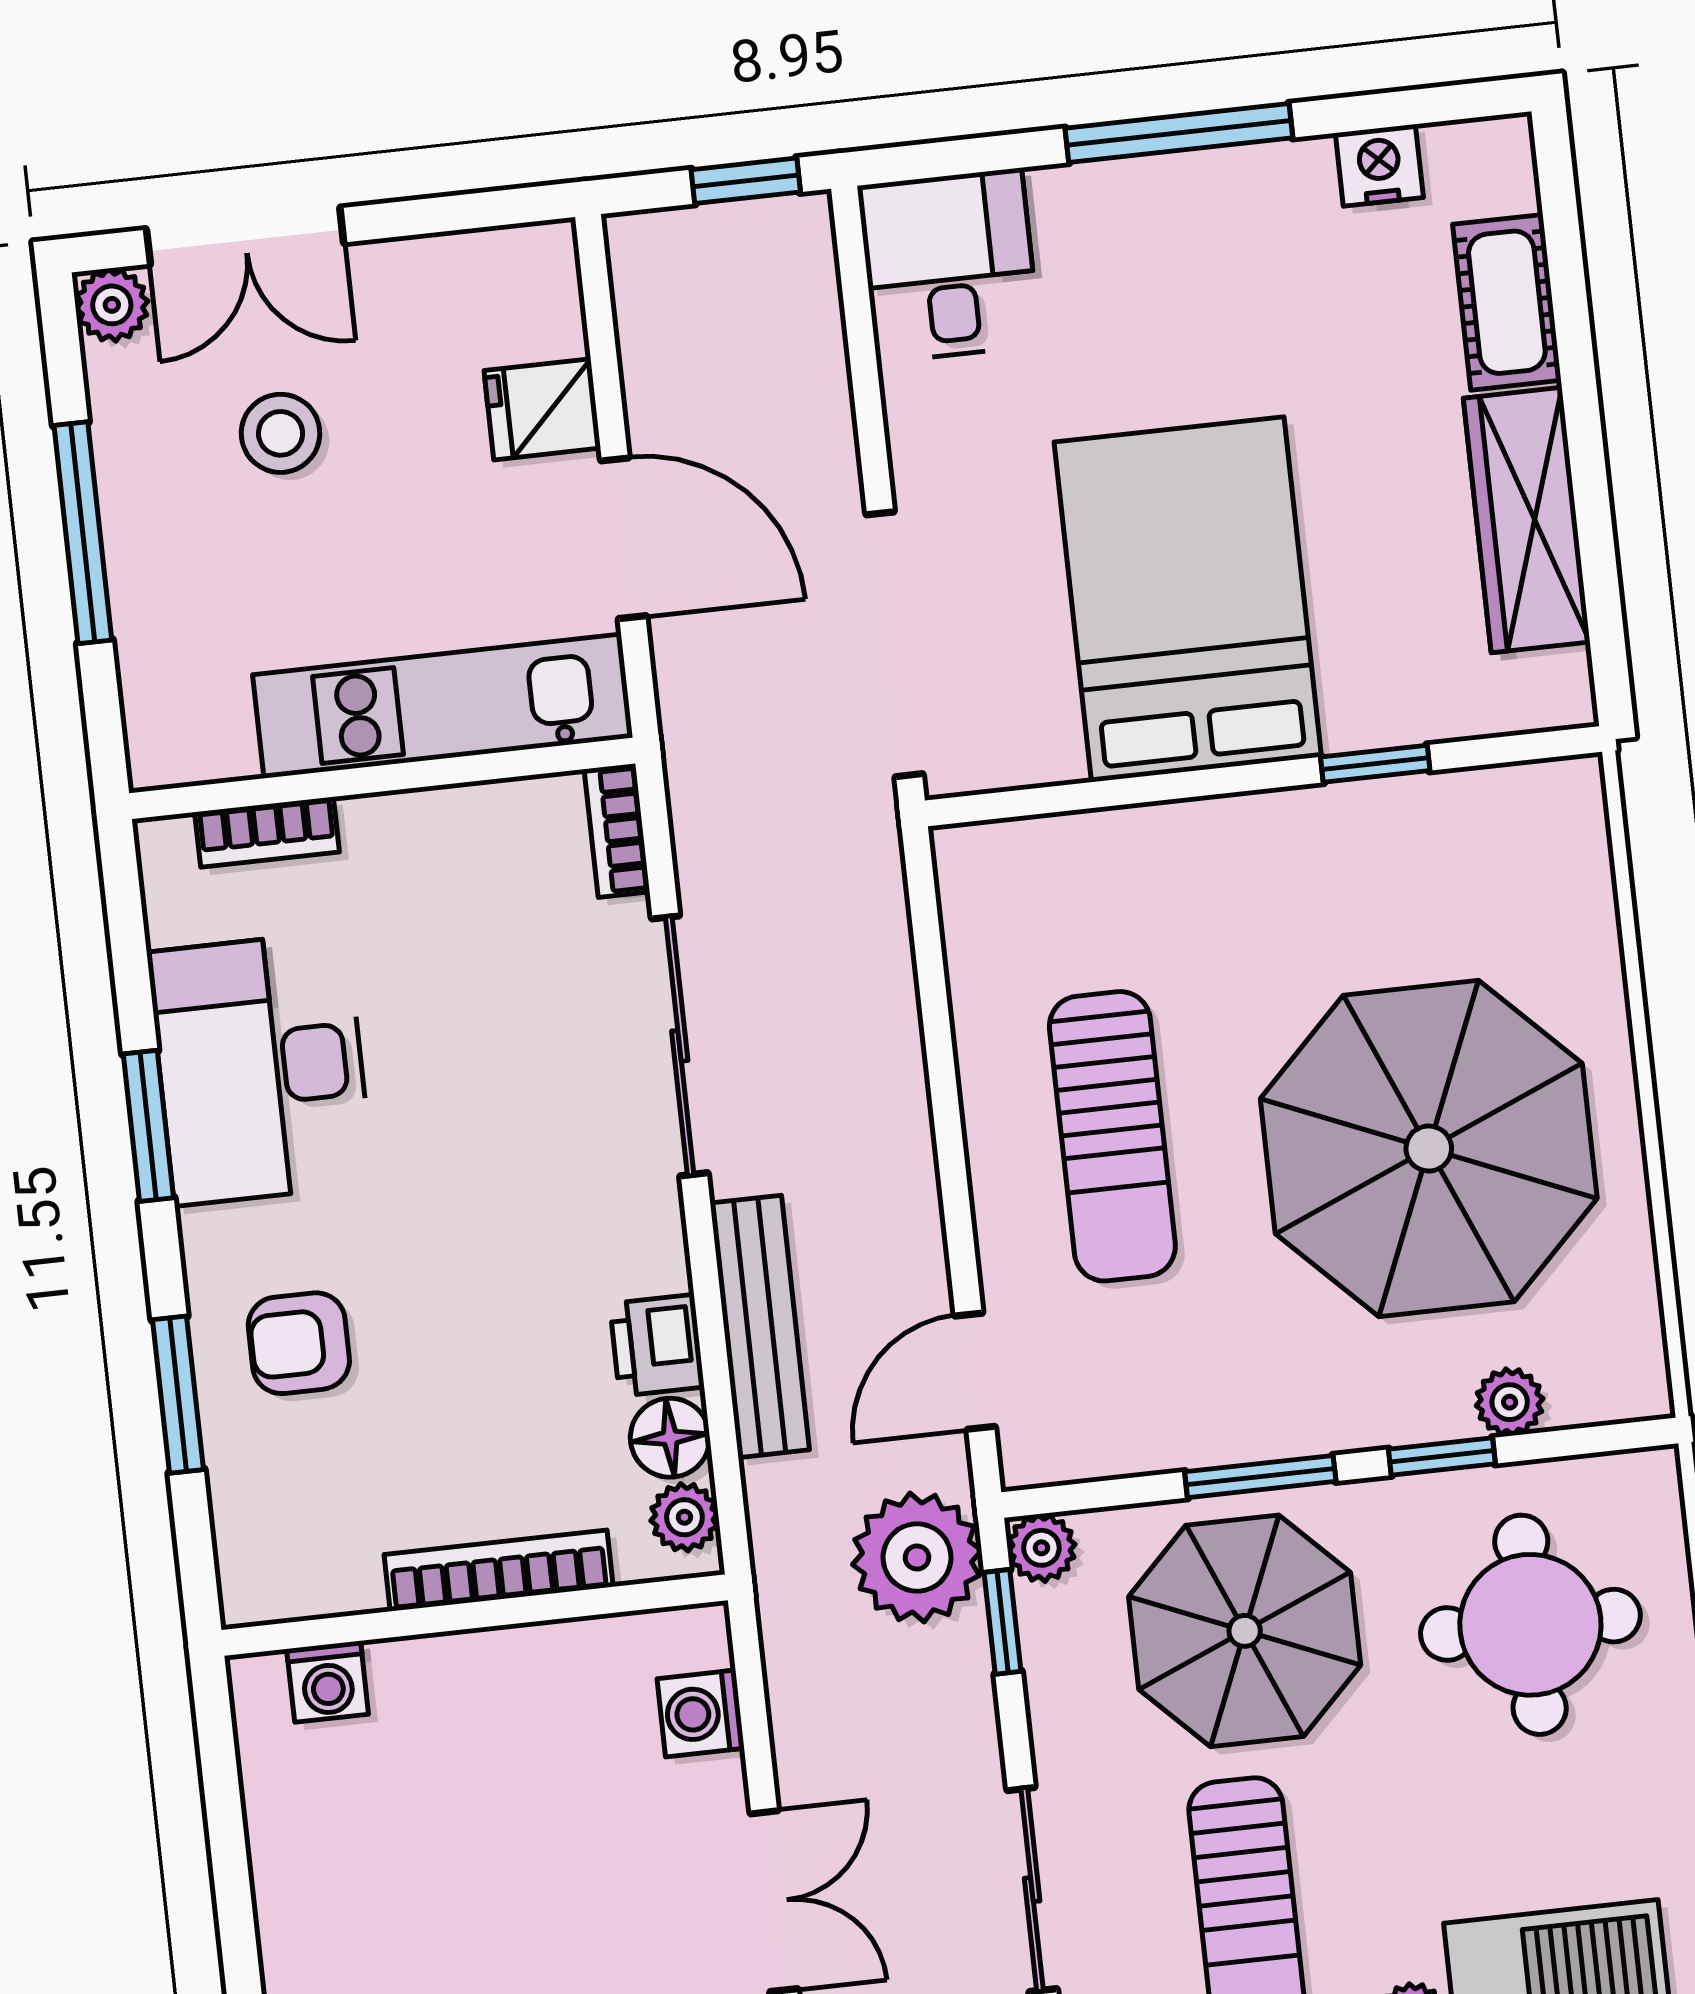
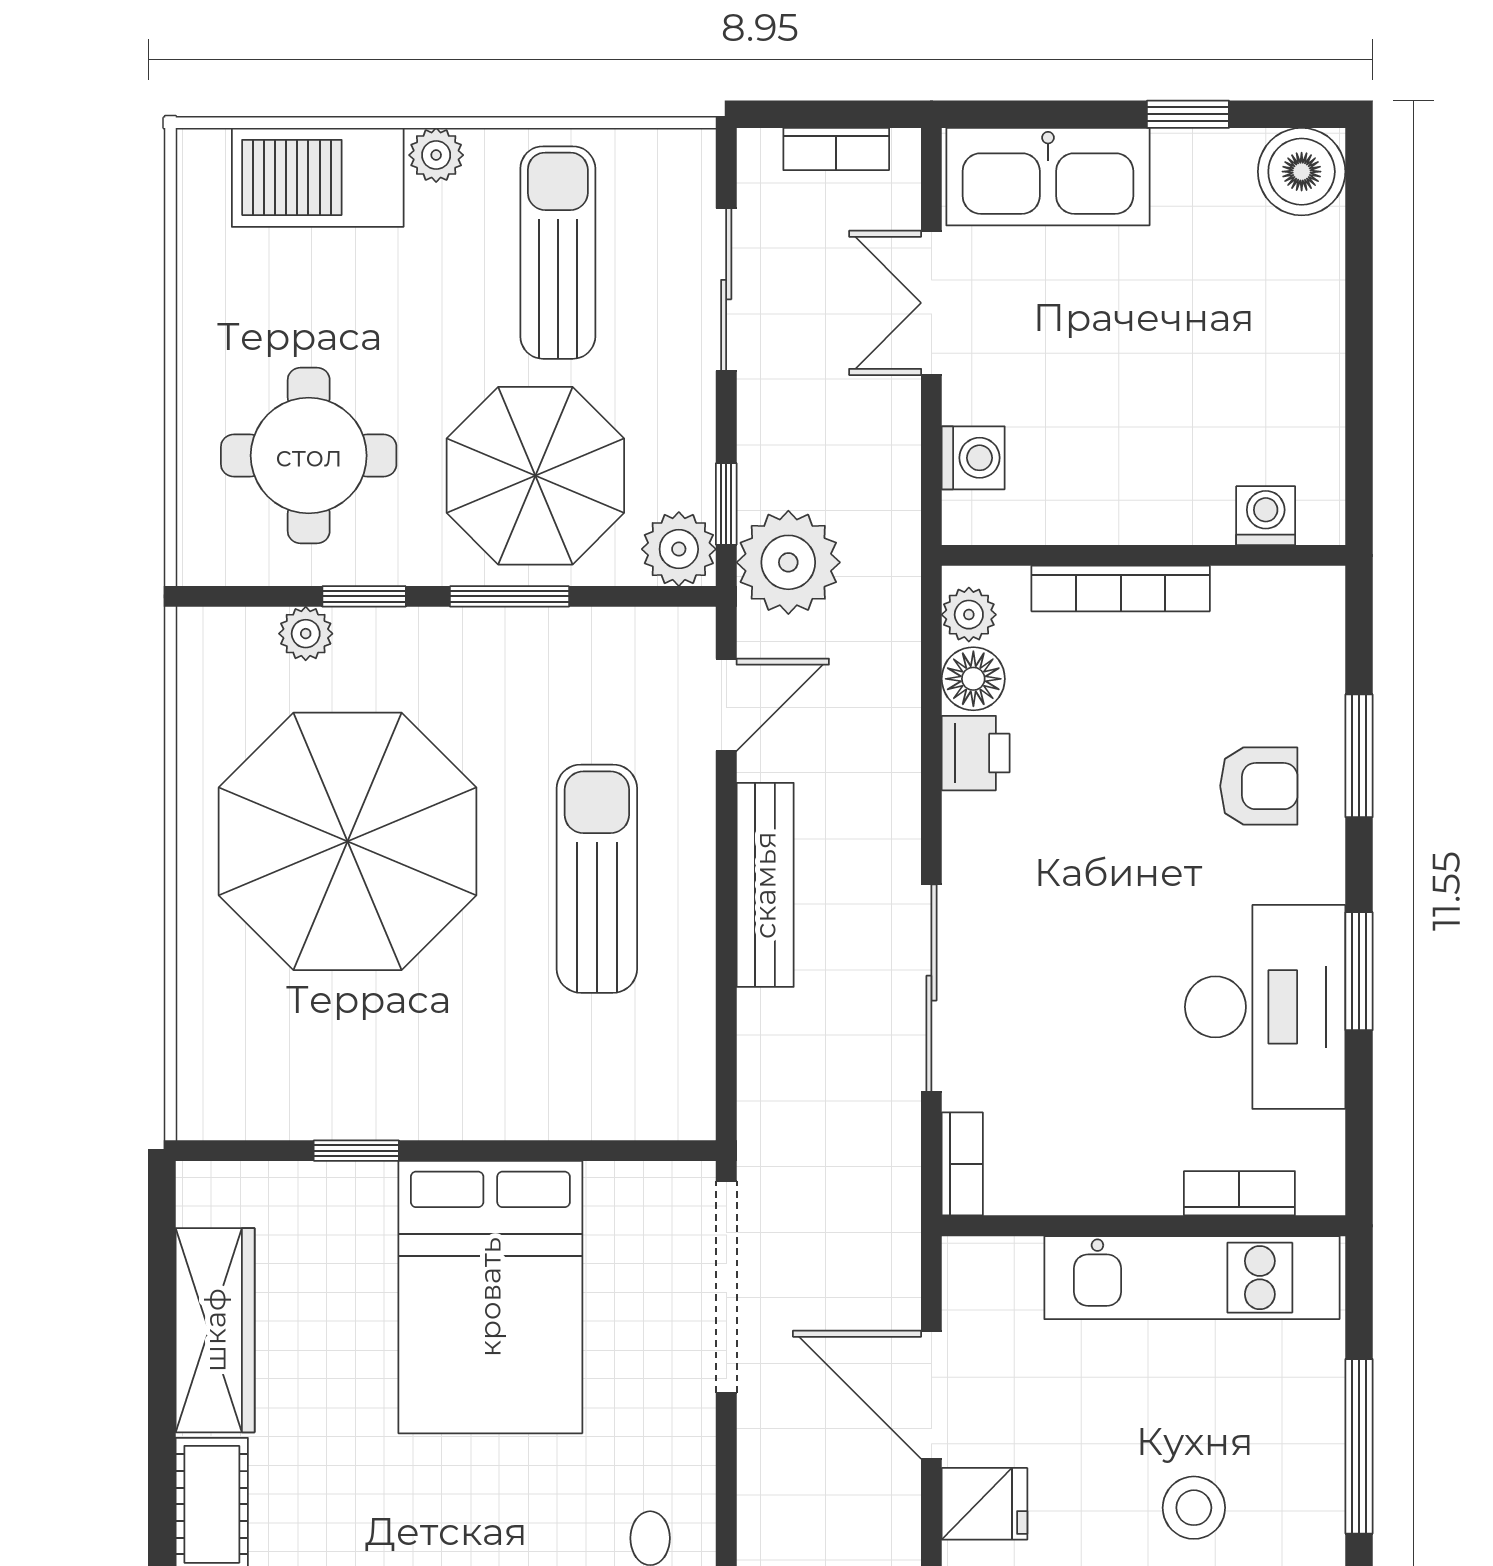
kitchen unit: (443, 706) -> (1192, 1278), moved
bench: (760, 1326) -> (765, 885), moved
plant: (1041, 1548) -> (679, 549), width x1.38, depth x1.38

